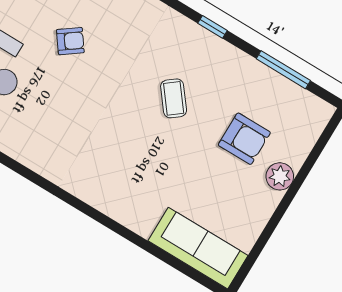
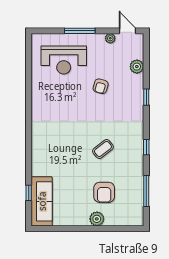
armchair: (70, 41) -> (101, 86), turned 52
window: (172, 261) -> (29, 193), added

